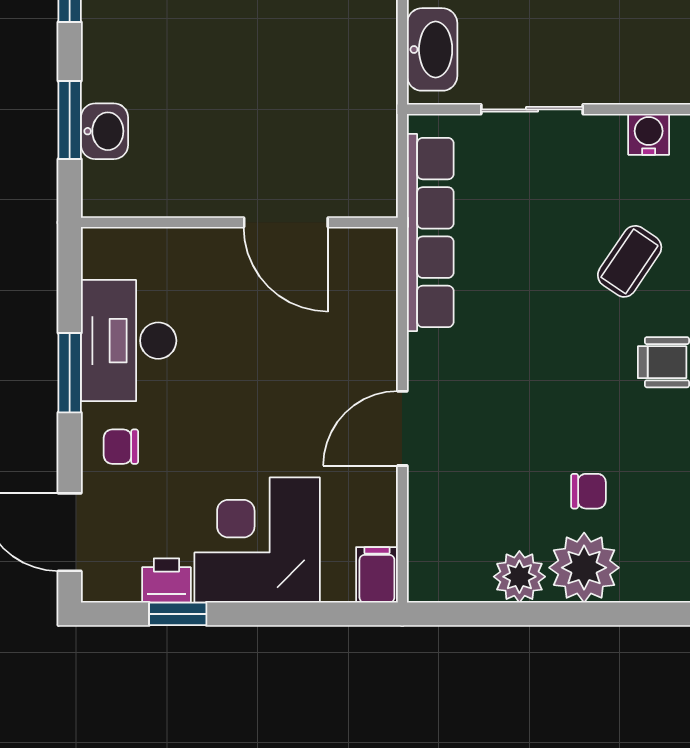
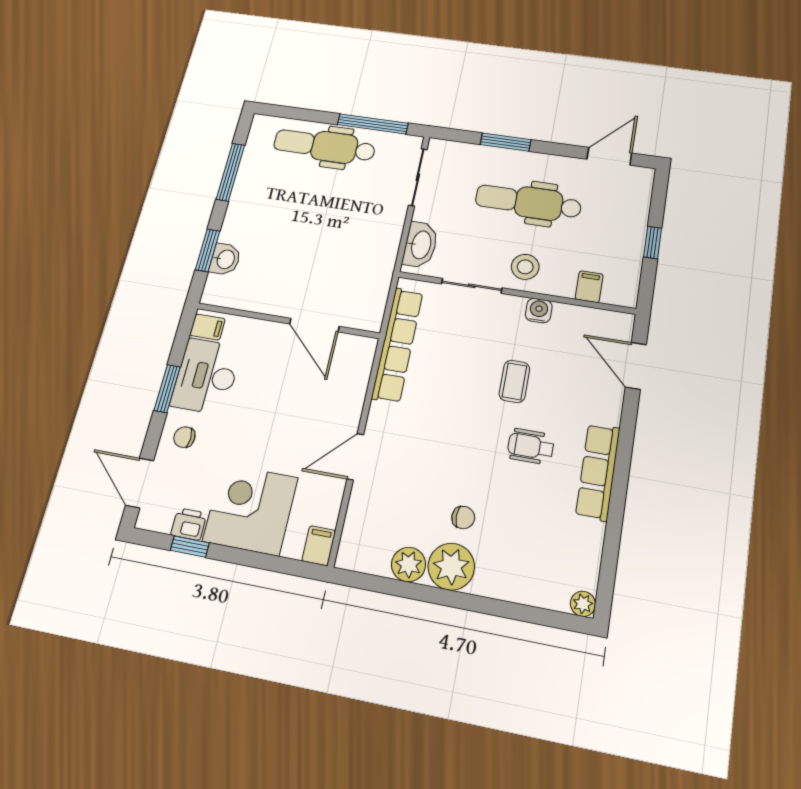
stool: (614, 61) -> (525, 267), added
filing cabinet: (107, 257) -> (207, 327), added
coffee table: (630, 261) -> (514, 381), turned -34

